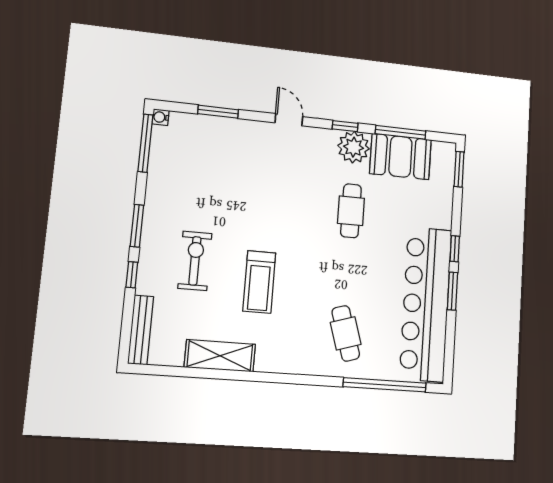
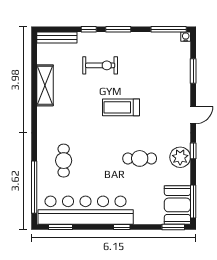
window: (401, 132) -> (193, 201), moved
booth: (400, 157) -> (177, 205), moved
treadmill: (259, 282) -> (121, 107), moved
window: (452, 291) -> (60, 227), moved
cafe table: (346, 333) -> (64, 161), turned -73

